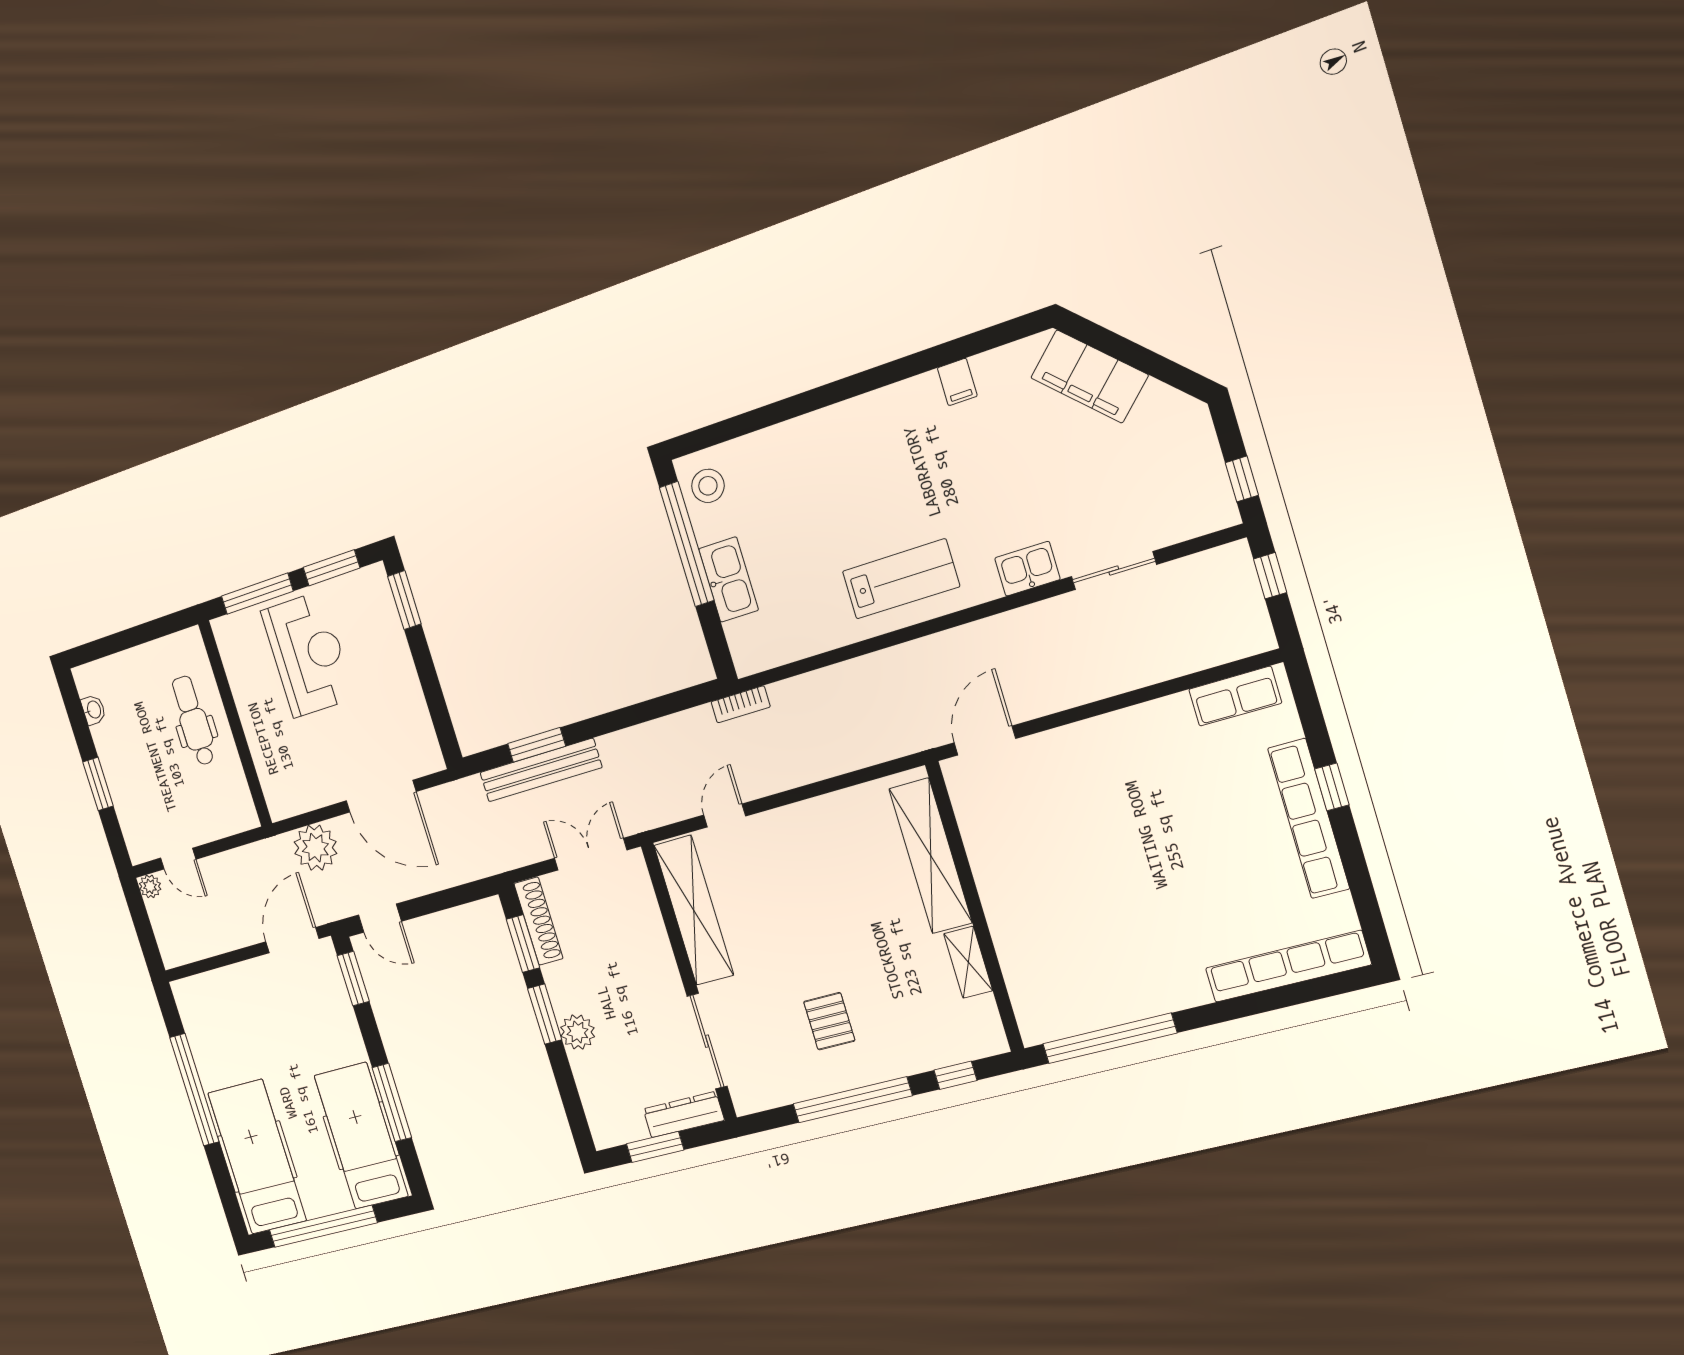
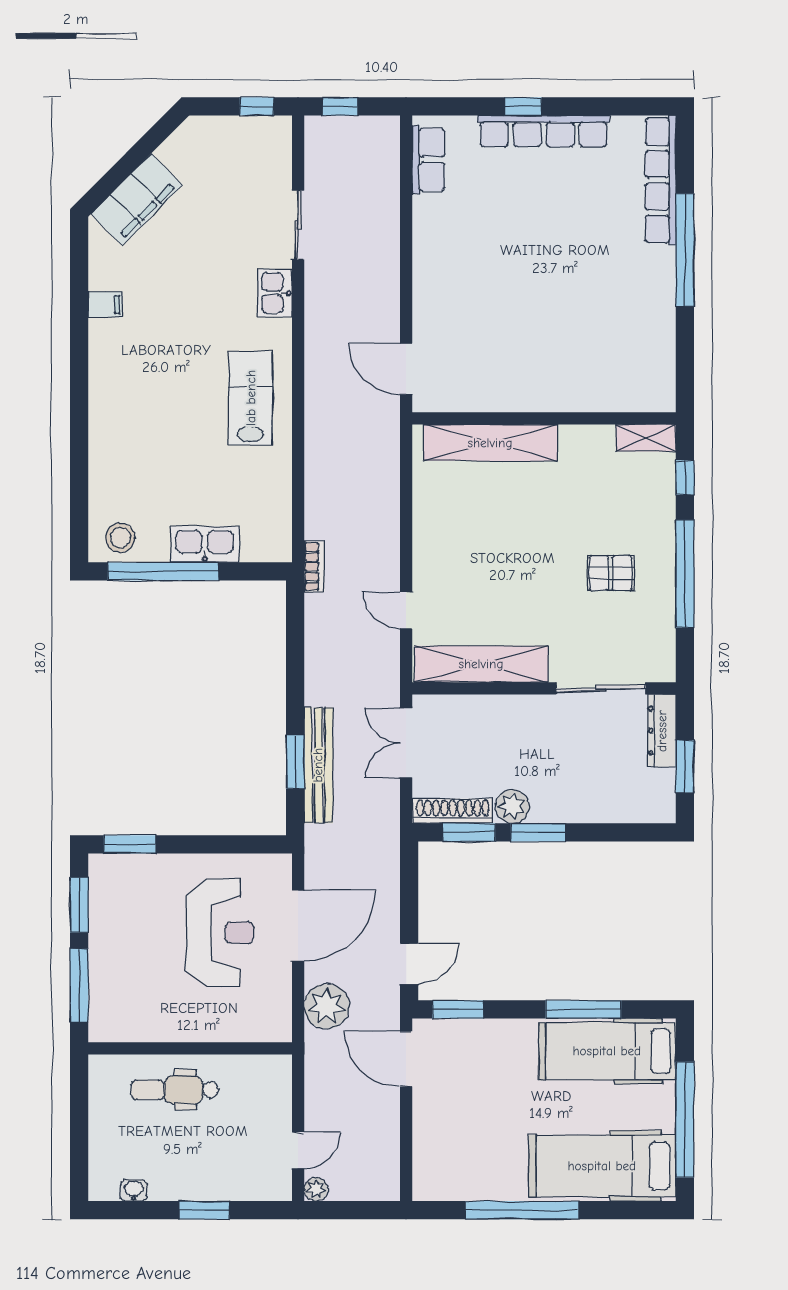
reception desk: (308, 654) -> (220, 933), moved, turned 90
shelving: (968, 962) -> (646, 438), moved
plant: (578, 1032) -> (512, 806), moved
window: (1110, 1038) -> (685, 250), moved

